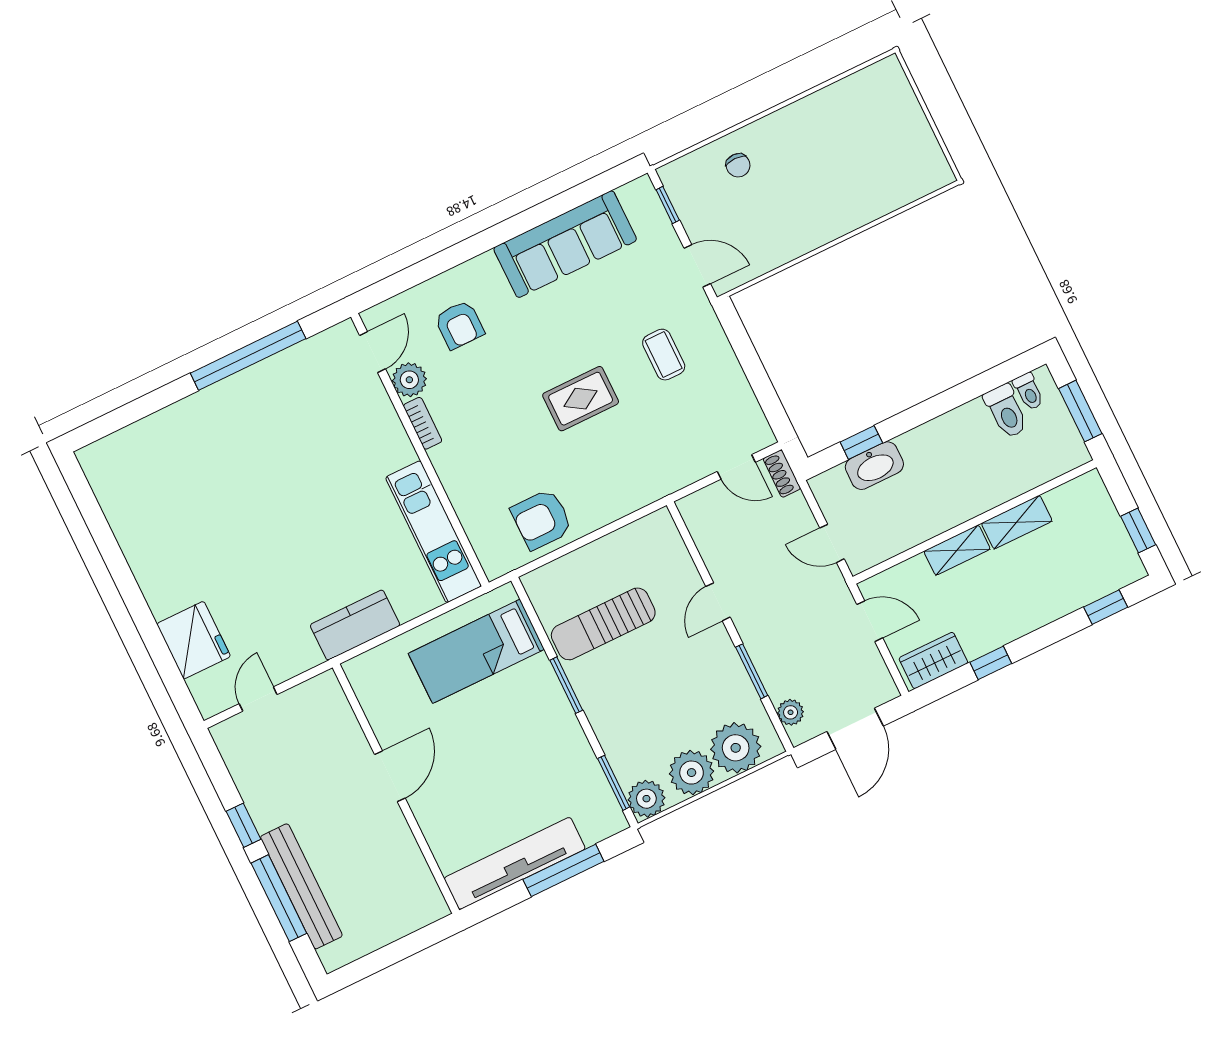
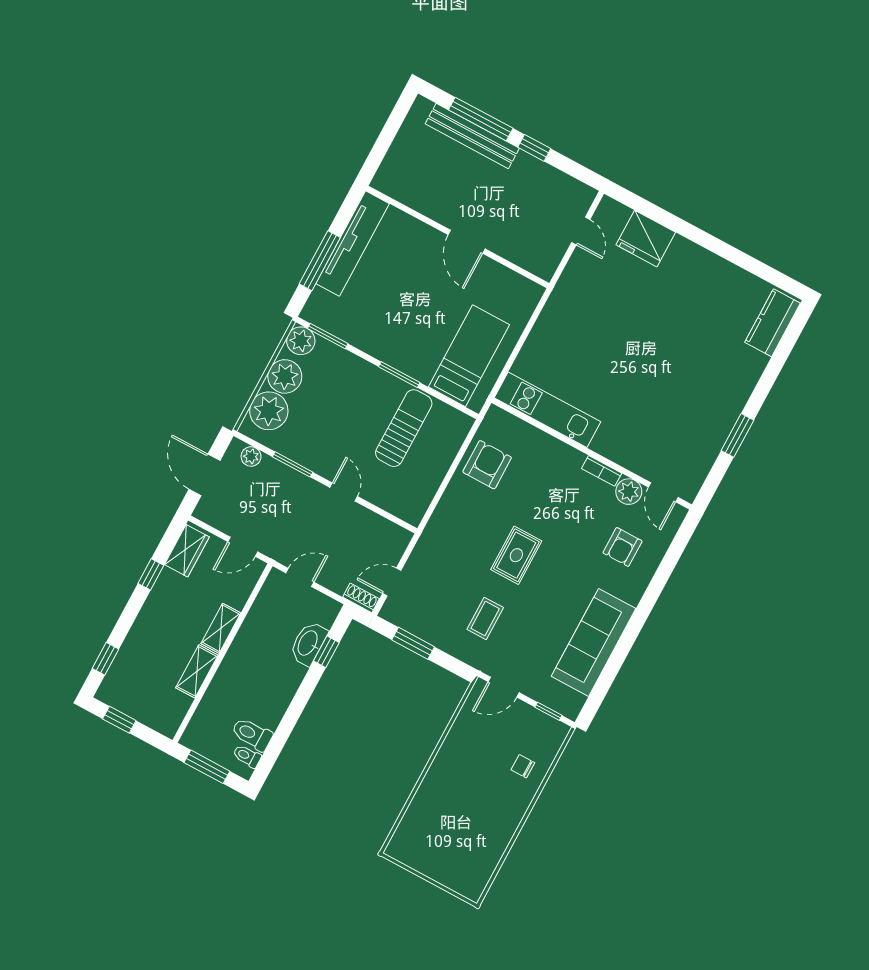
armchair: (459, 325) -> (622, 547), turned -90
coffee table: (664, 355) -> (485, 618), turned 90
window: (248, 356) -> (737, 435), width x0.47
window: (761, 384) -> (413, 643), added
kitchen counter: (355, 625) -> (773, 323), moved, turned 180

